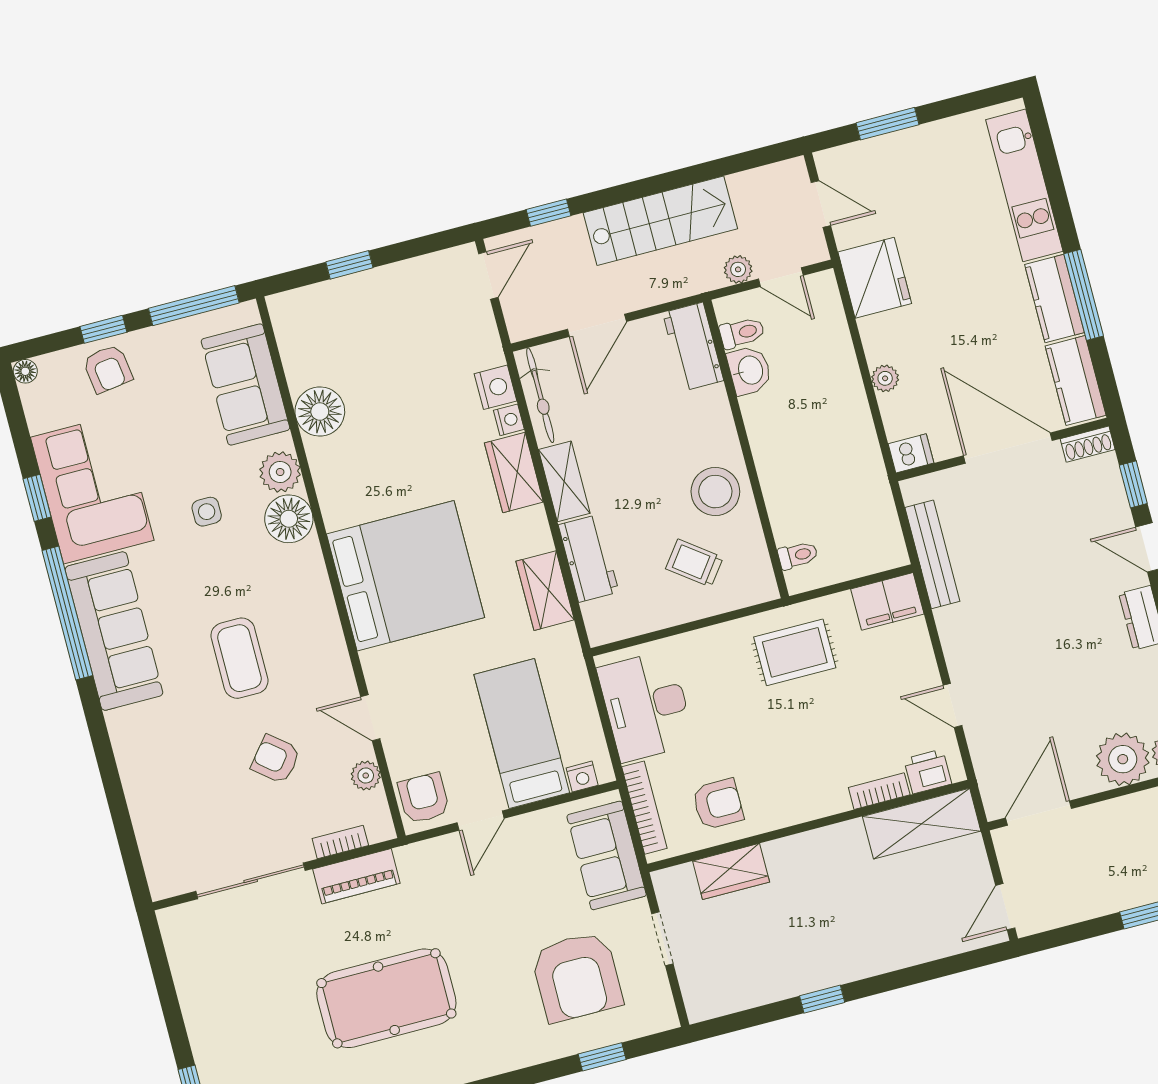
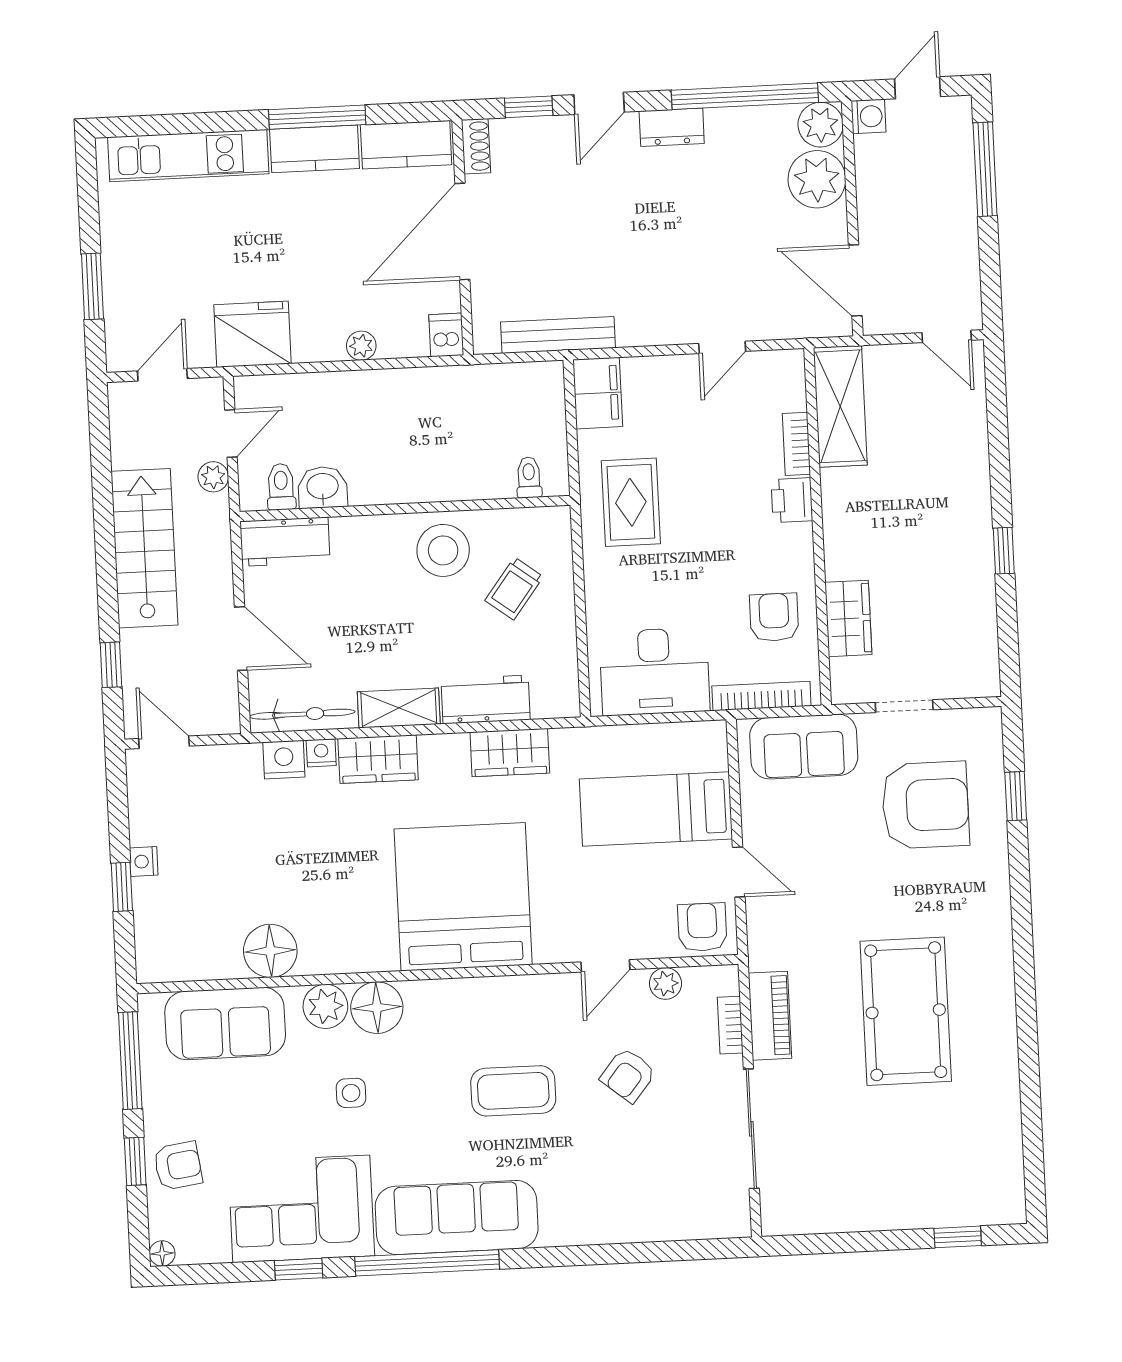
printer: (928, 771) -> (792, 500), moved
nightstand: (582, 777) -> (144, 861), moved, turned 180
armchair: (424, 798) -> (702, 927), turned 90

